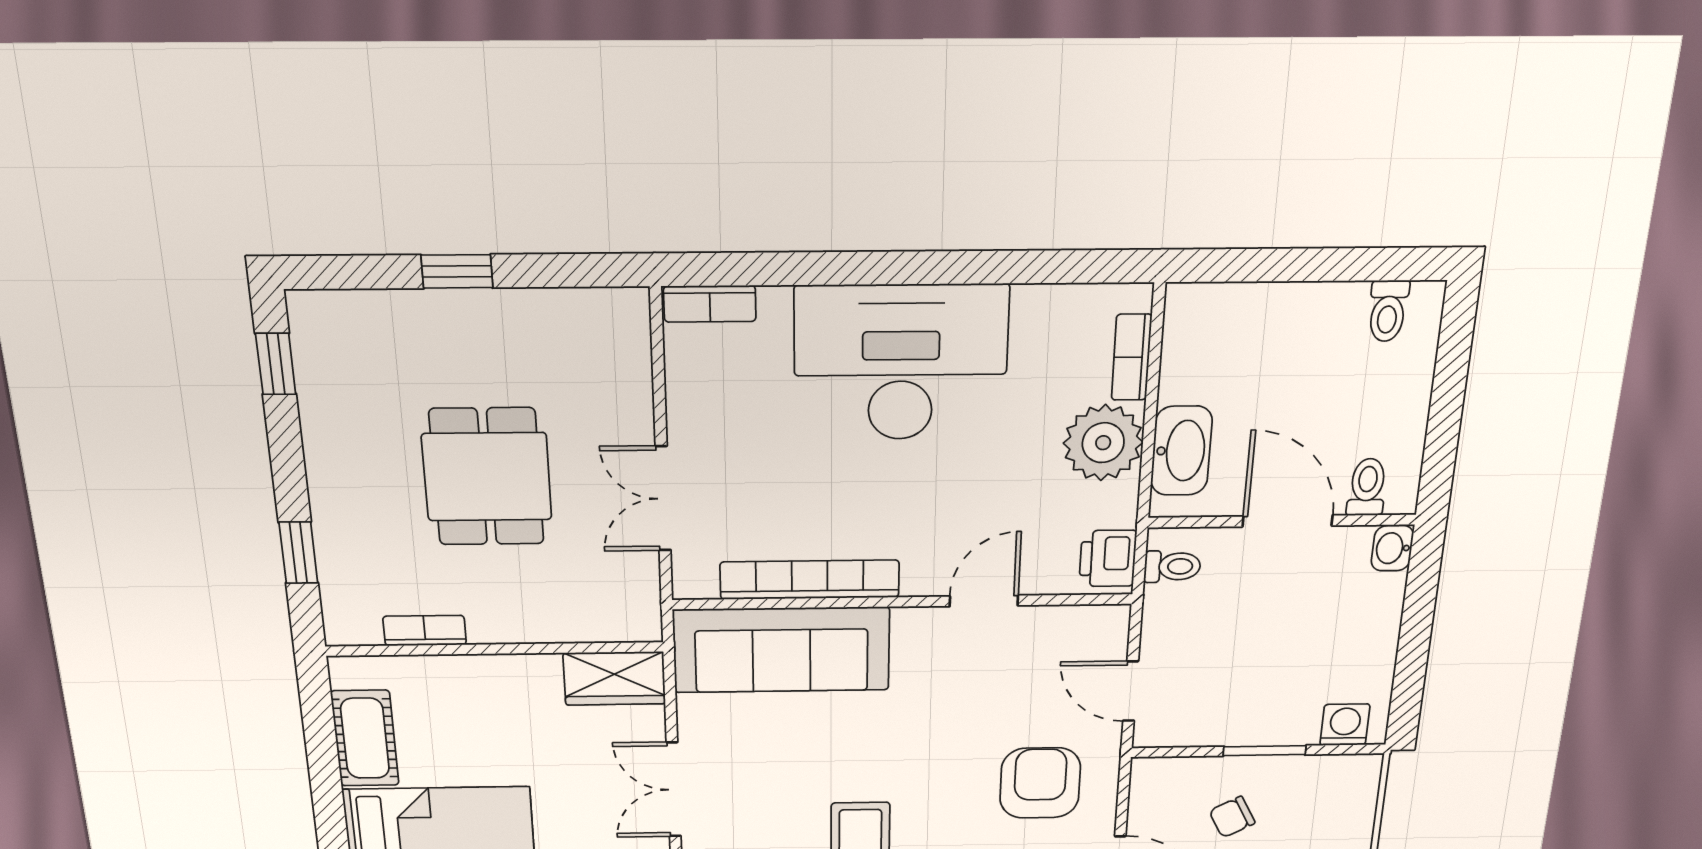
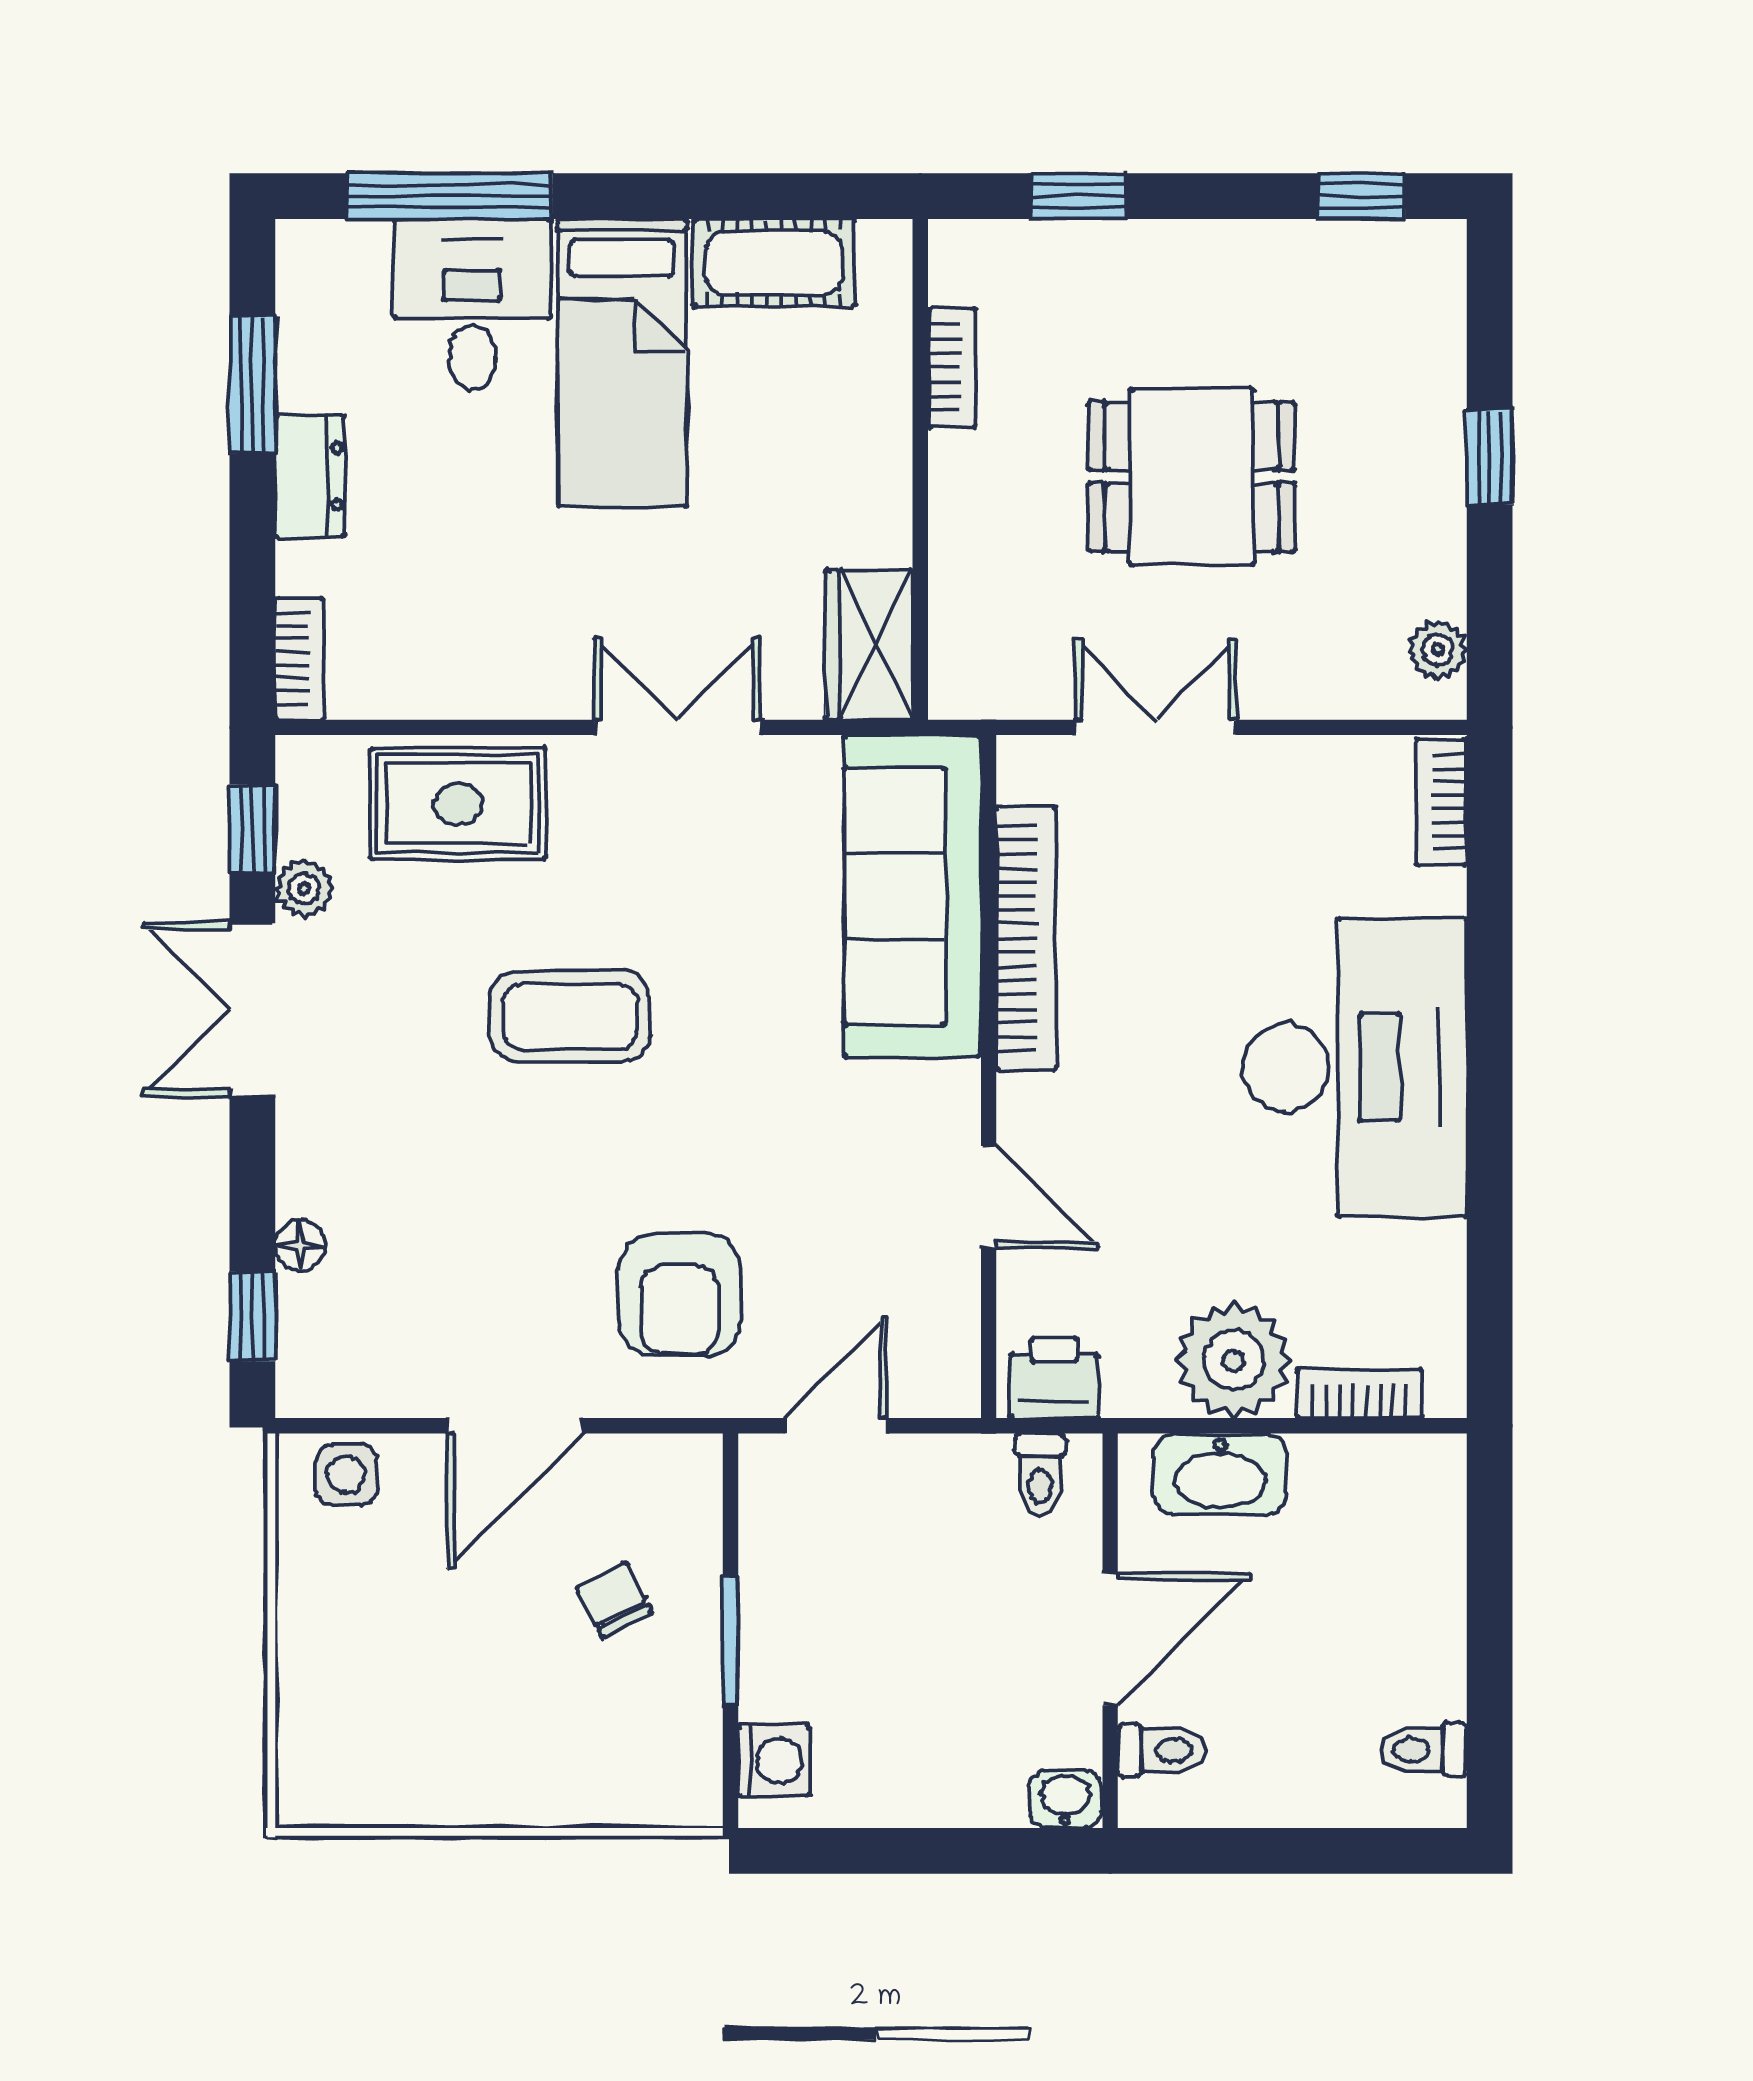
plant: (600, 307) -> (1438, 650), added
armchair: (1040, 783) -> (680, 1295), turned 90

